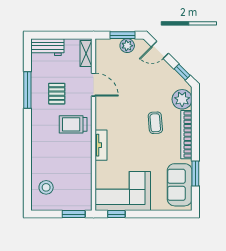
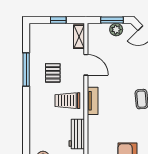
window: (63, 35) -> (58, 20), added
workbench: (47, 47) -> (77, 134), moved, turned 90
tv unit: (101, 145) -> (93, 101), moved

